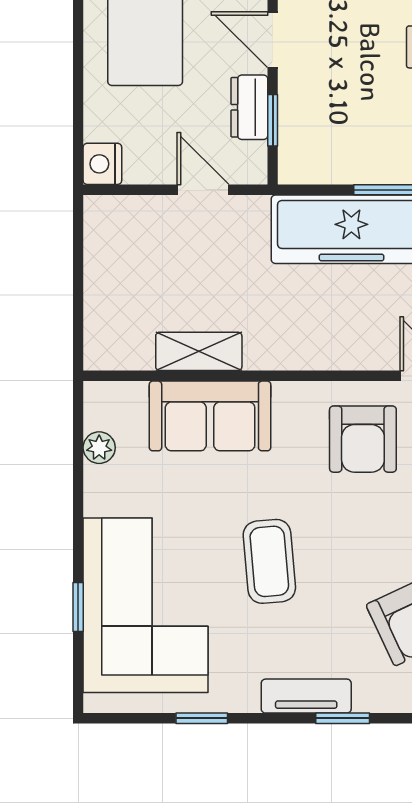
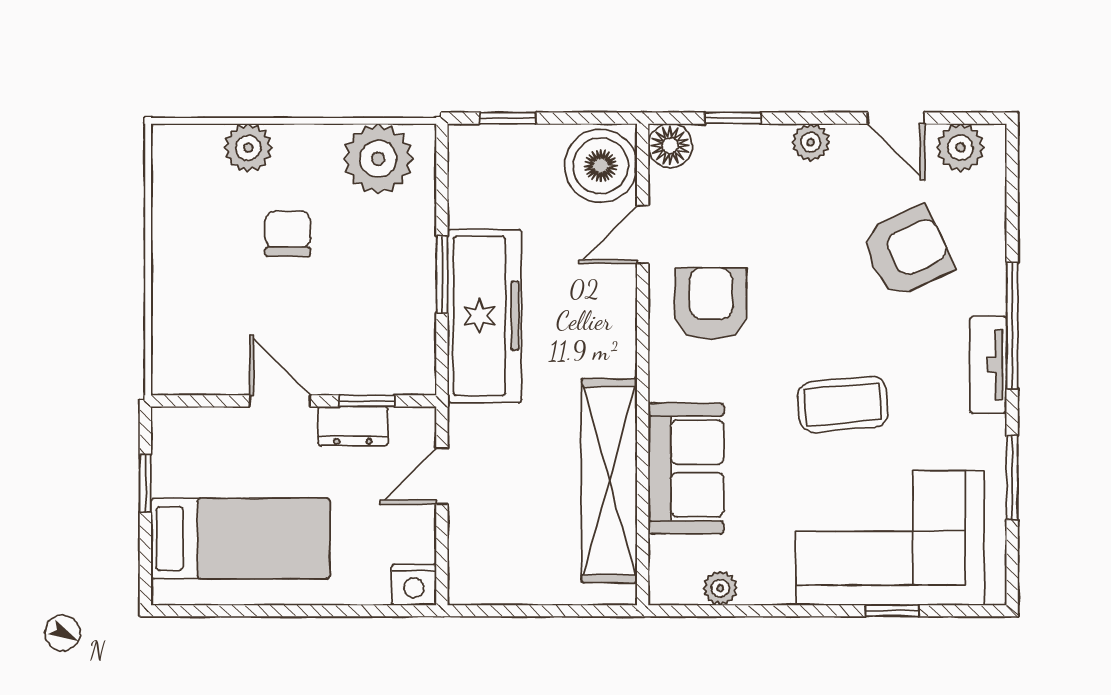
door: (273, 40) -> (280, 401), swing flipped
shelving: (199, 351) -> (609, 481), width x2.20, depth x1.33
armchair: (363, 439) -> (711, 304), turned -90
window: (202, 718) -> (1012, 477), width x1.50
window: (343, 718) -> (1012, 326), width x2.17

